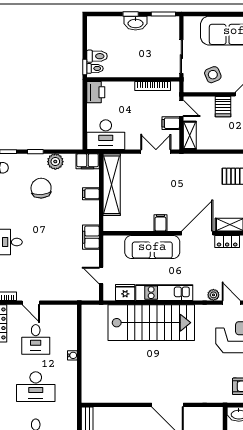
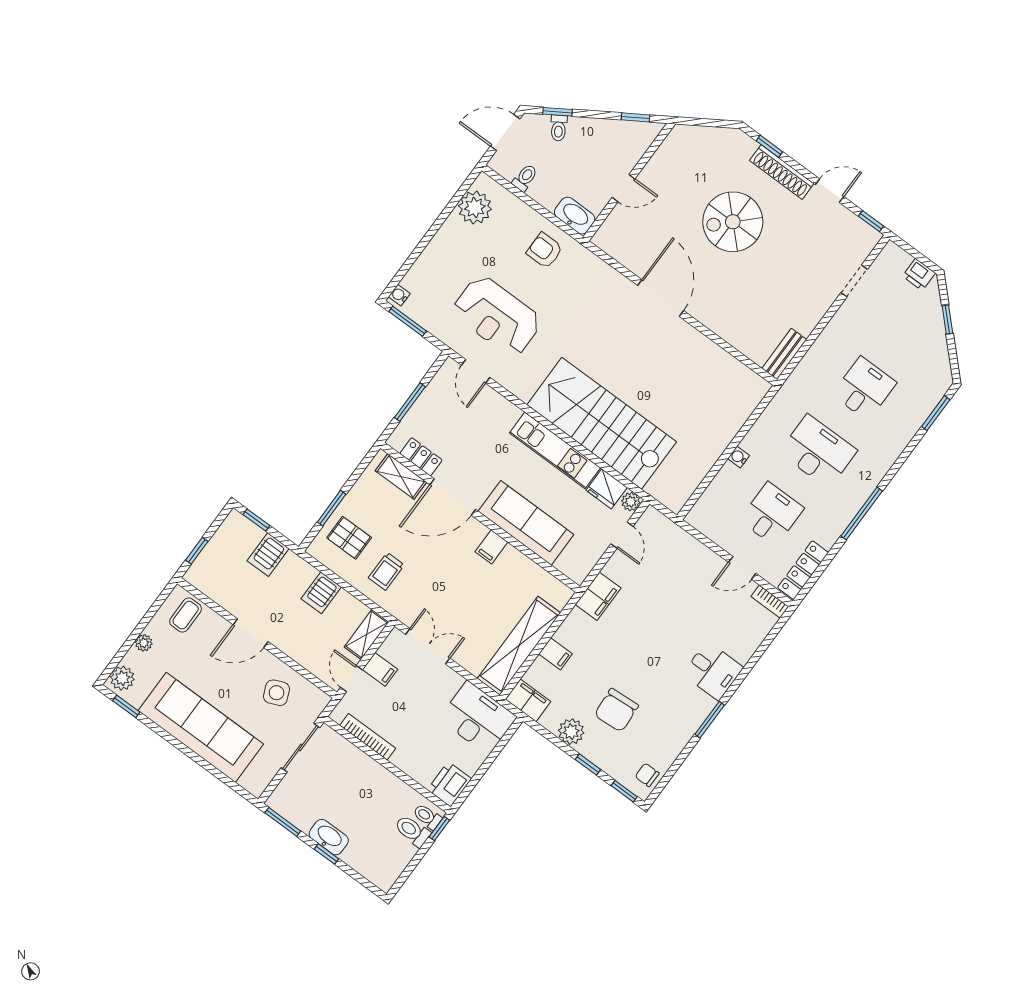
server rack: (223, 107) -> (321, 593), moved, turned 180
double door: (156, 152) -> (428, 646), swing flipped
trolley: (203, 173) -> (386, 571), added
plant: (213, 295) -> (631, 502), moved
door: (31, 303) -> (742, 568), swing flipped

